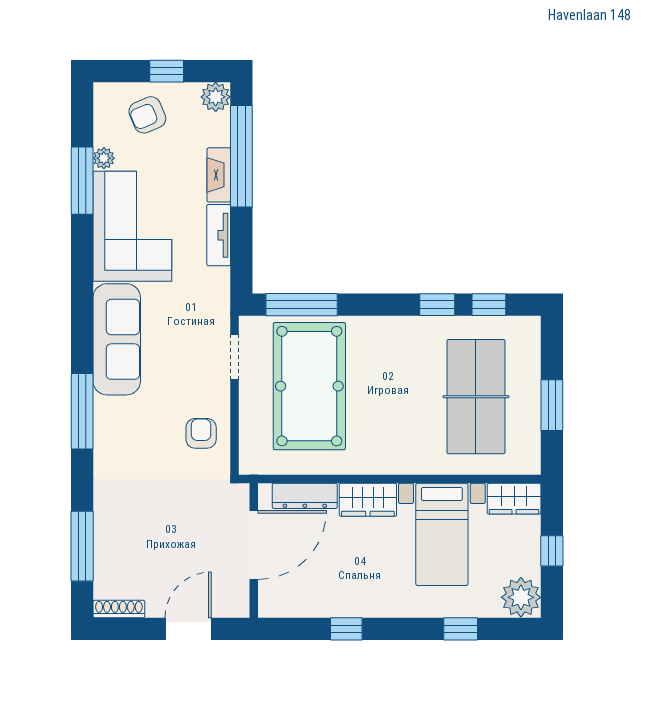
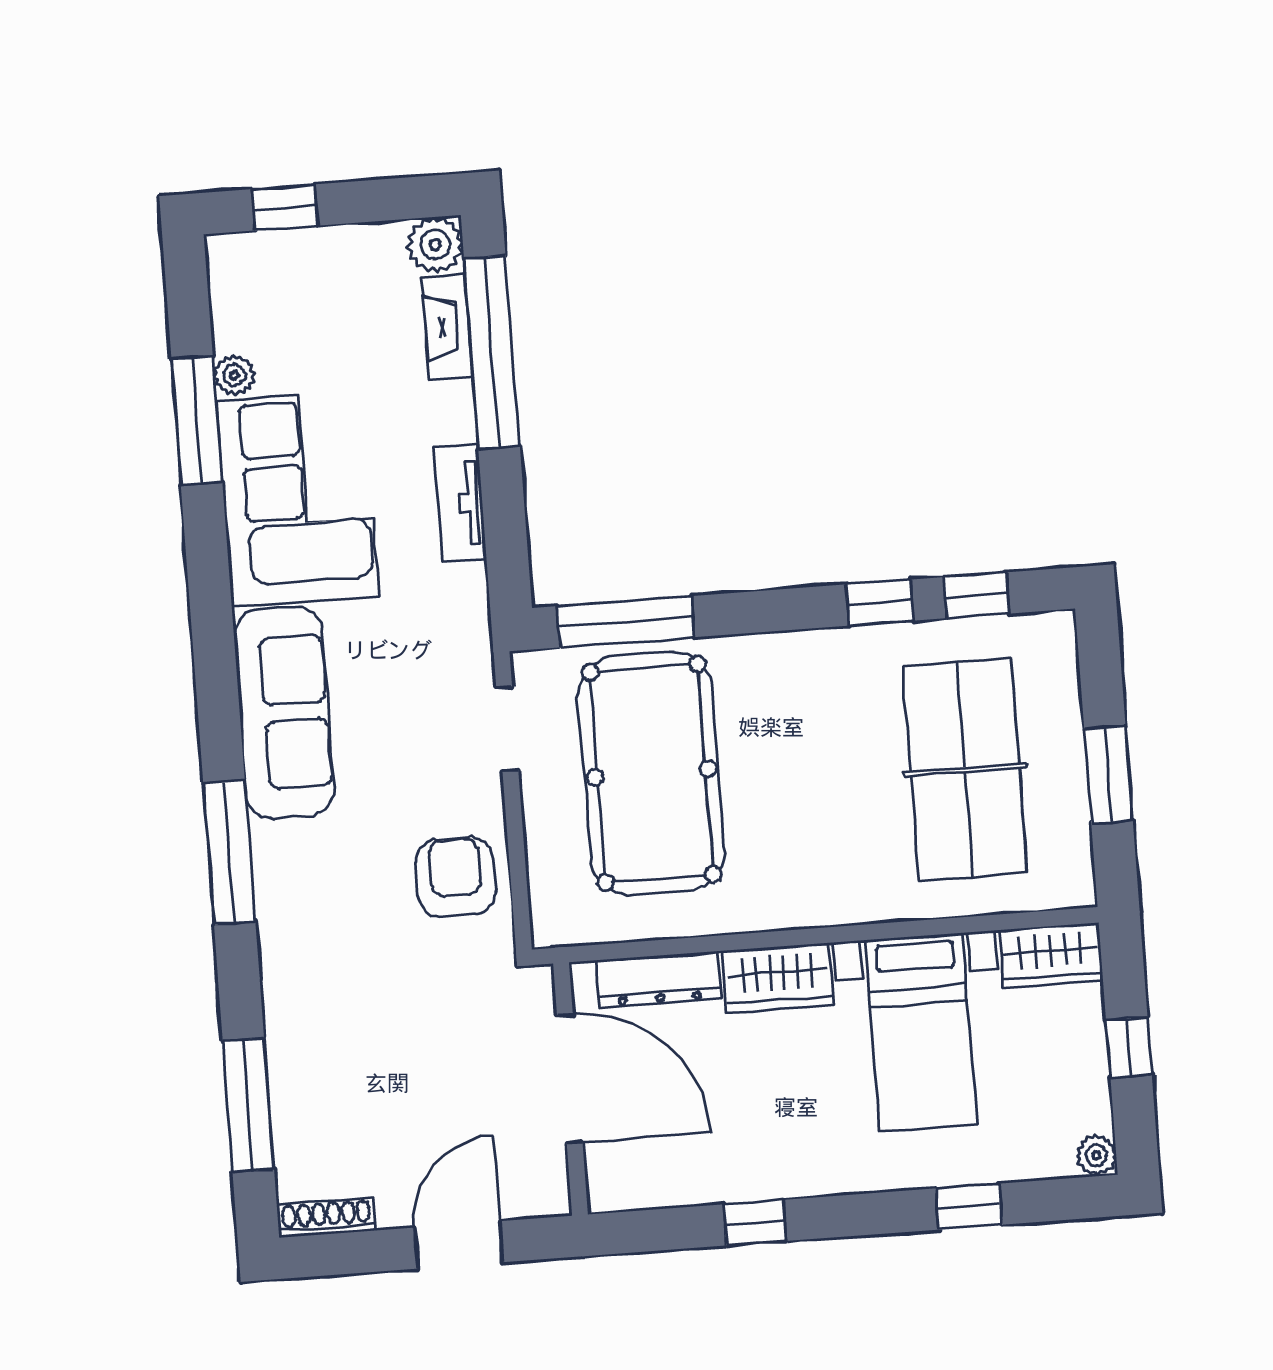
window: (167, 71) -> (285, 207), moved
armchair: (147, 115) -> (310, 288), removed
fireplace: (219, 175) -> (447, 327), moved
armchair: (201, 433) -> (455, 877), width x1.38, depth x1.38
door: (254, 545) -> (570, 1079), hinge flipped
plant: (521, 597) -> (1096, 1155), width x0.53, depth x0.53

